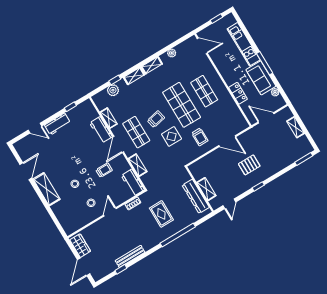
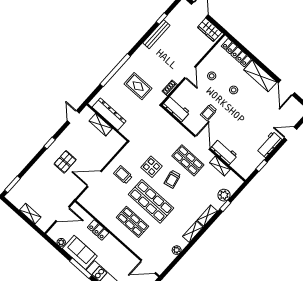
shelving: (138, 165) -> (177, 128), removed
locker: (62, 217) -> (236, 53), added

